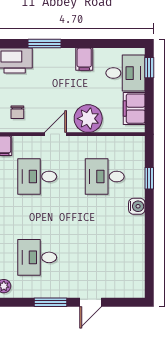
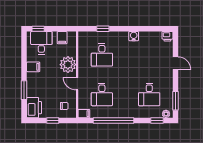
filing cabinet: (134, 109) -> (62, 38), width x0.50
water cooler: (137, 206) -> (134, 36), moved
printer: (136, 289) -> (167, 36), added
window: (51, 302) -> (175, 101), moved

